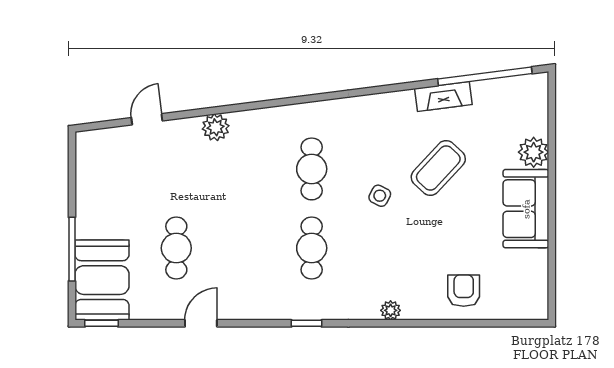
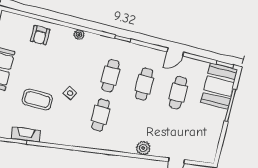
coffee table: (438, 168) -> (37, 100), turned 47
cafe table: (244, 248) -> (144, 84), added

